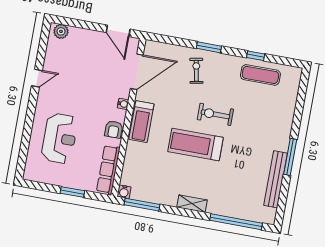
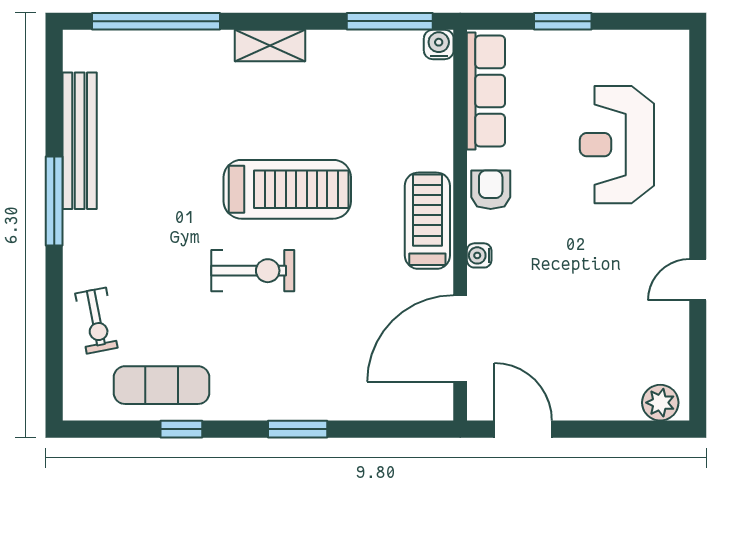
exercise bike: (196, 71) -> (96, 321), moved

